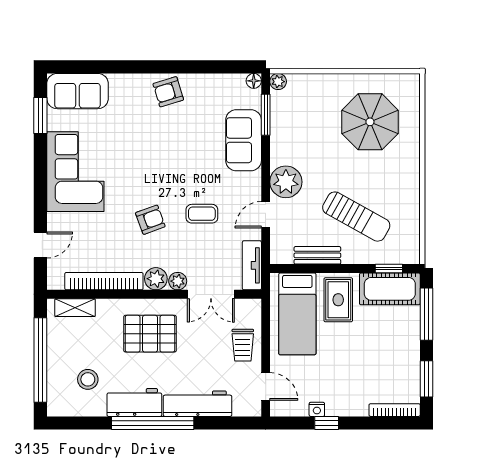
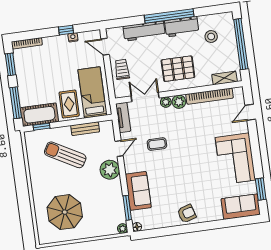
armchair: (150, 220) -> (187, 136), removed

